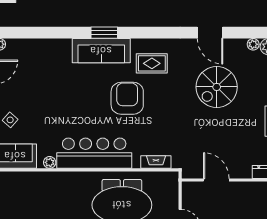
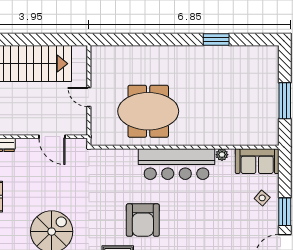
fireplace: (156, 162) -> (114, 155), removed

